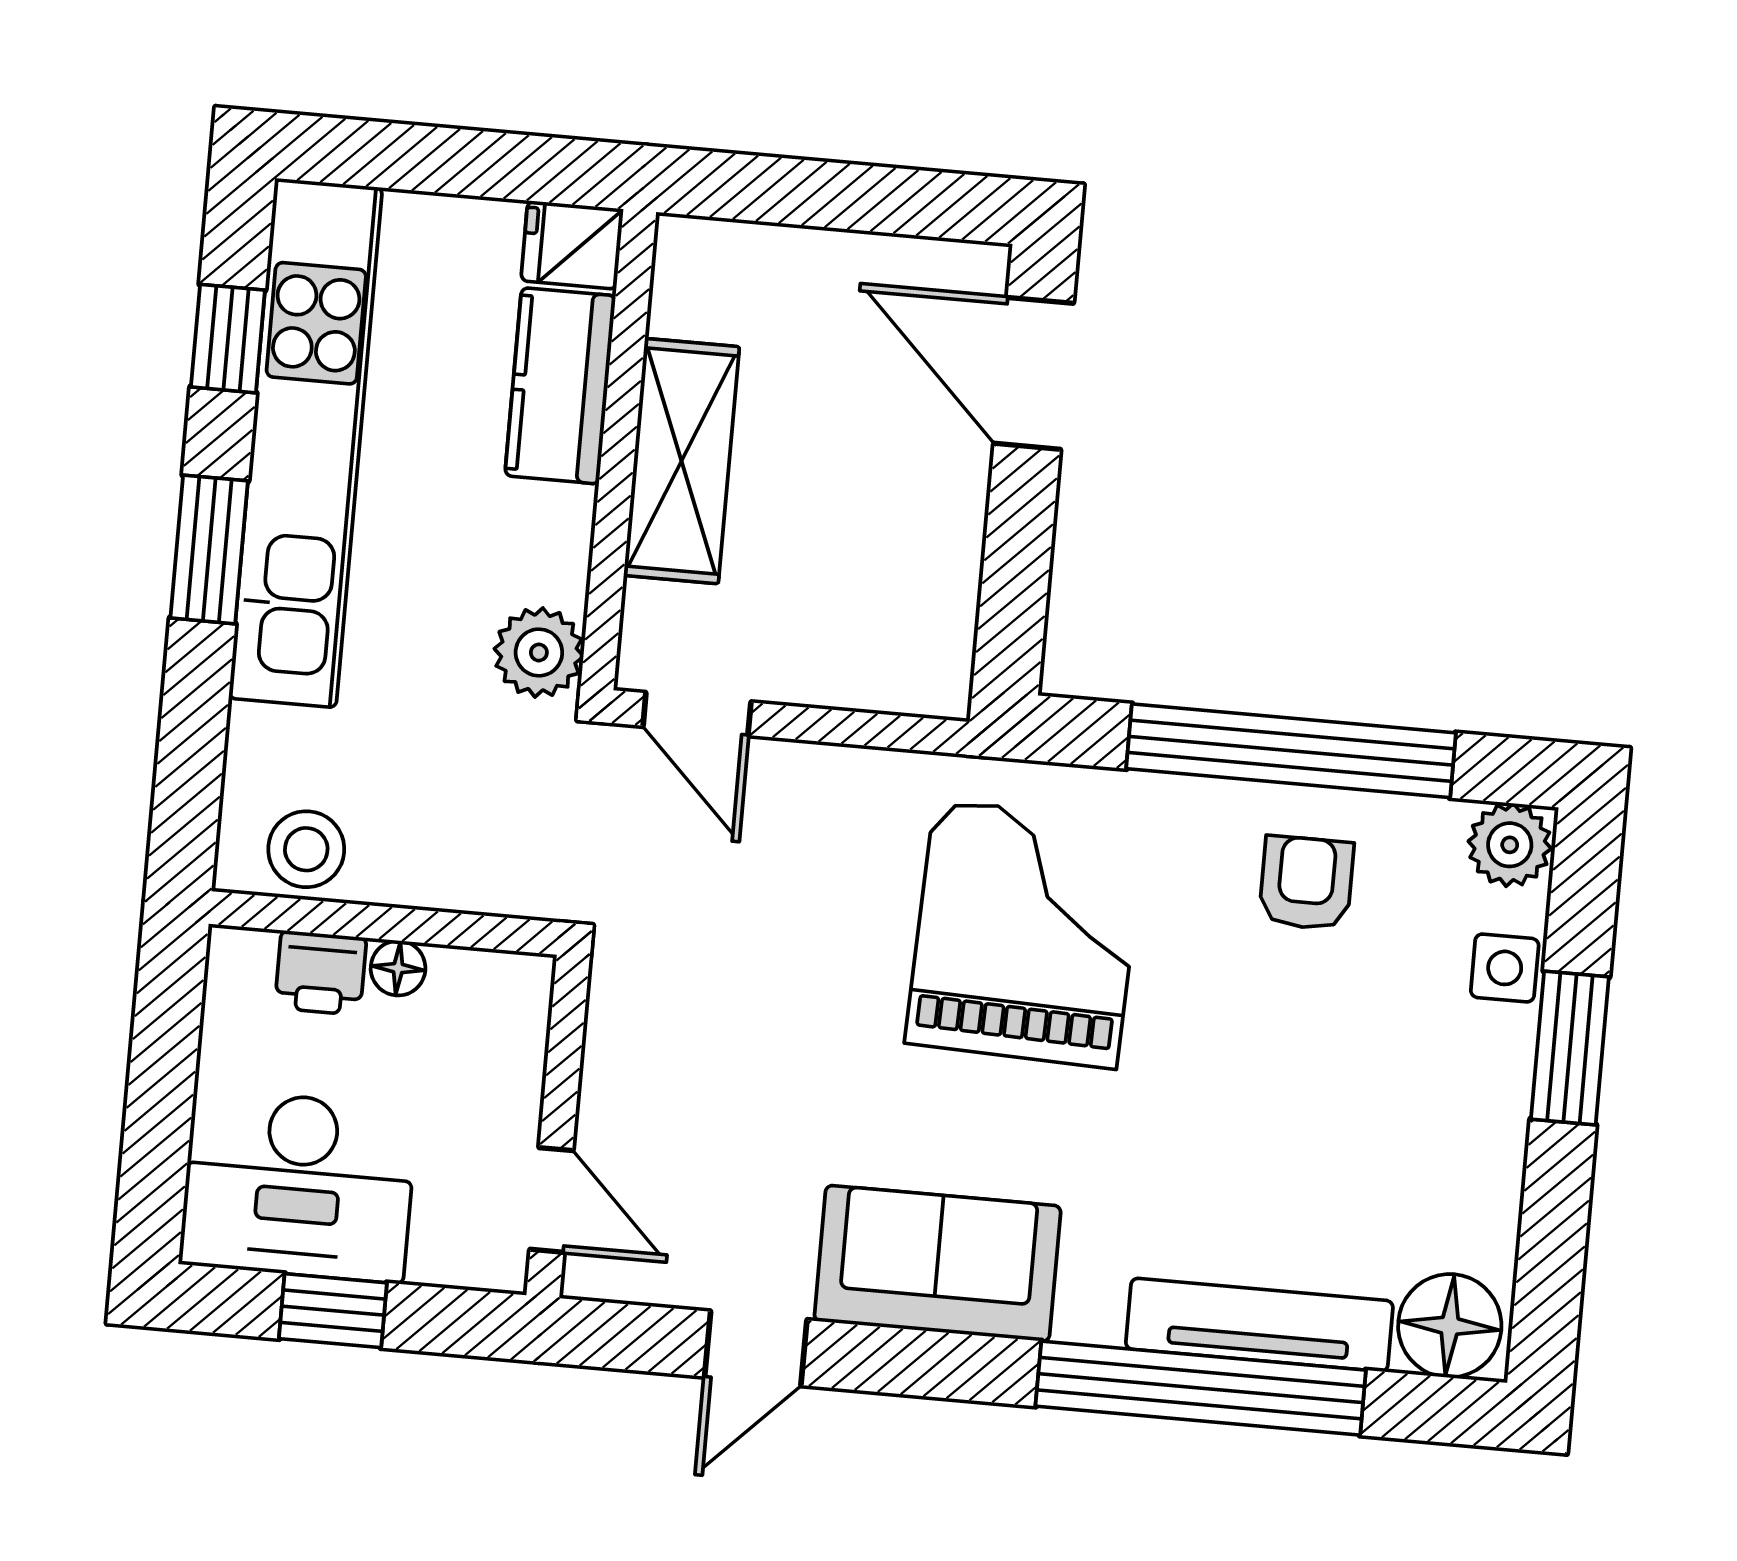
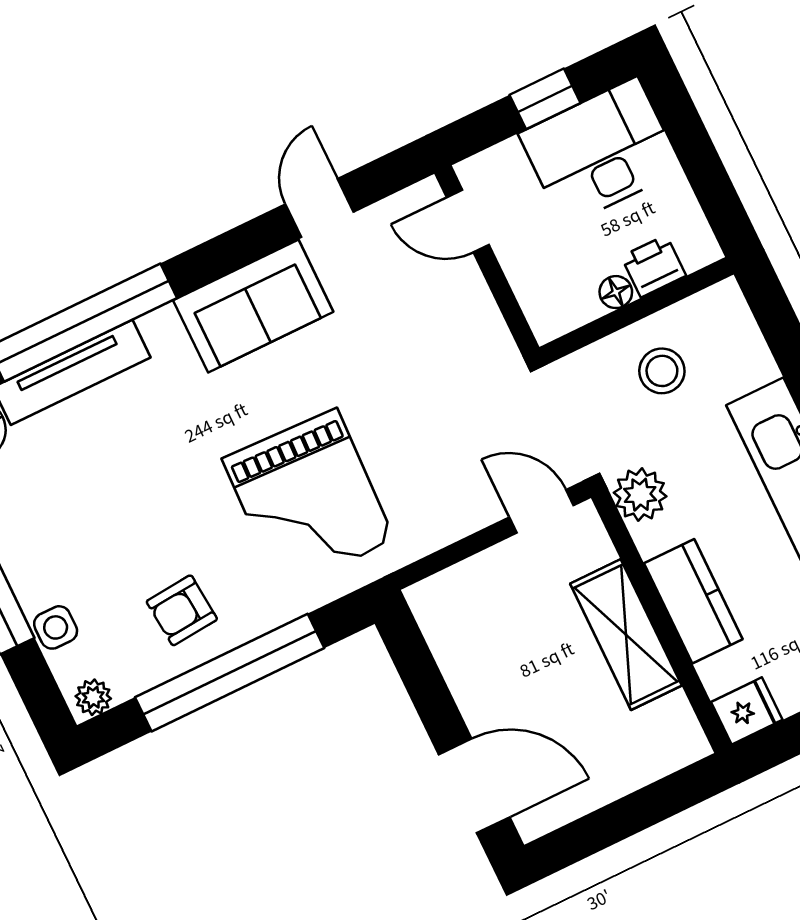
kitchen counter: (560, 386) -> (693, 601), moved
plant: (1510, 845) -> (93, 697), width x0.73, depth x0.73
stool: (306, 849) -> (662, 371), moved
armchair: (1306, 883) -> (182, 610), turned 85

